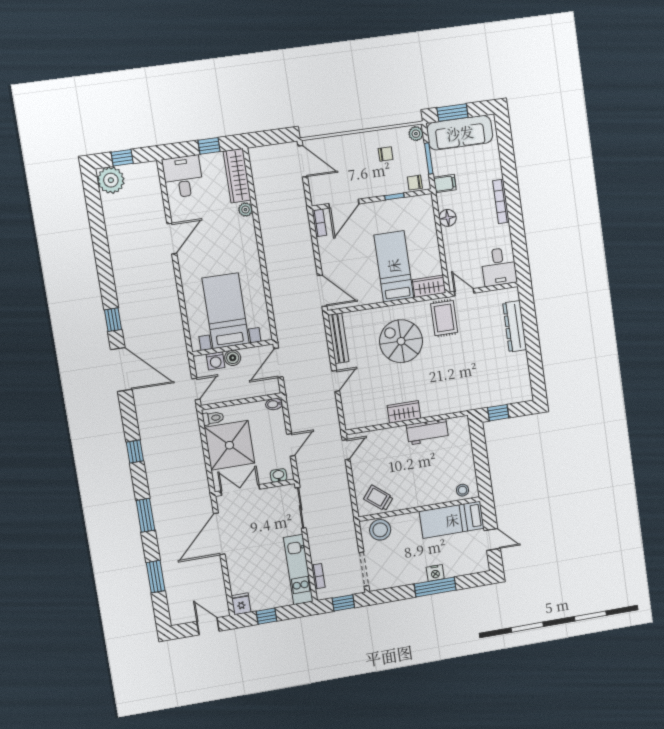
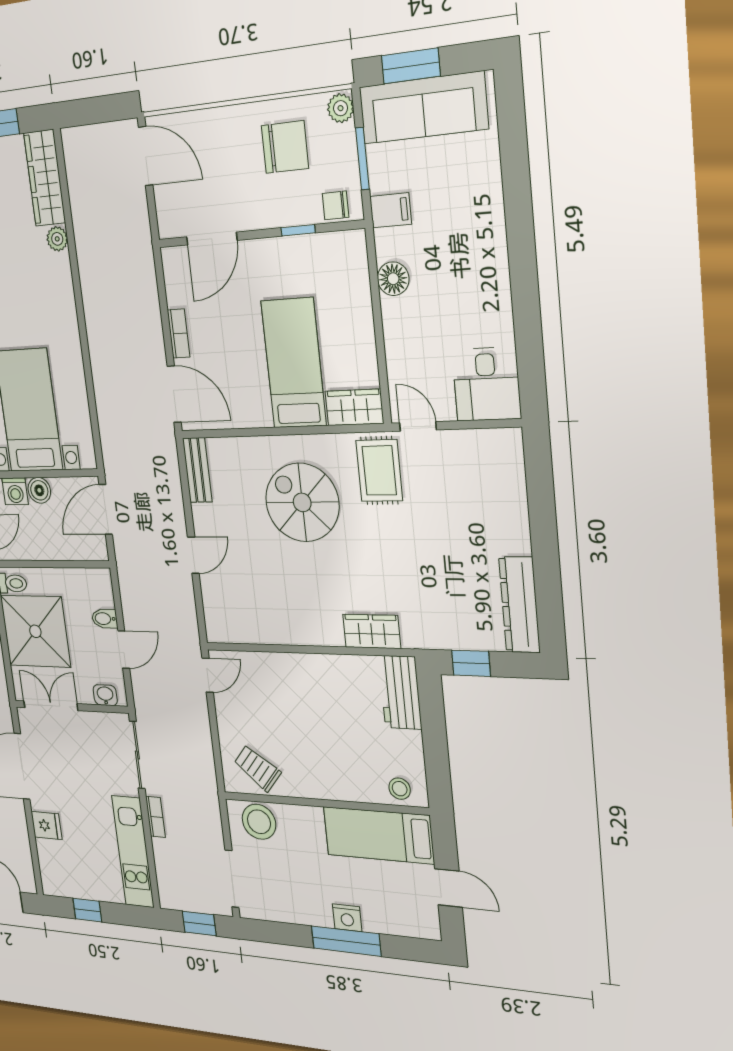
chair: (386, 154) -> (285, 147), width x1.87, depth x1.87
bookcase: (501, 201) -> (497, 253), removed
bookcase: (319, 223) -> (179, 333), moved
dresser: (515, 326) -> (520, 605), moved
bench: (338, 338) -> (197, 470), width x0.73
bidet: (274, 404) -> (105, 619), moved
wardrobe: (404, 412) -> (372, 631), moved
workbench: (427, 432) -> (400, 692), moved, turned 90
bookcase: (318, 576) -> (155, 817), moved
fridge: (241, 604) -> (47, 825), moved, turned 90

